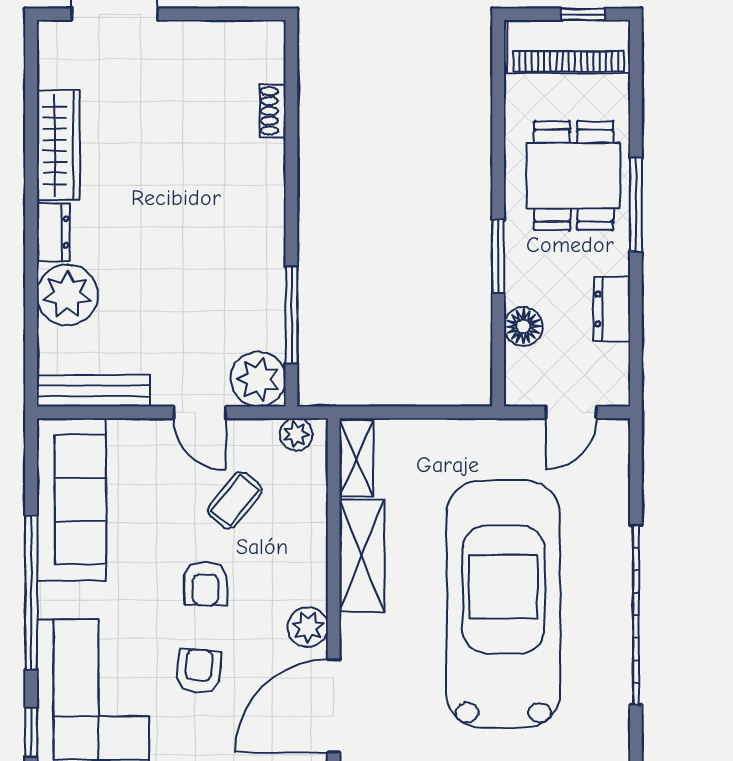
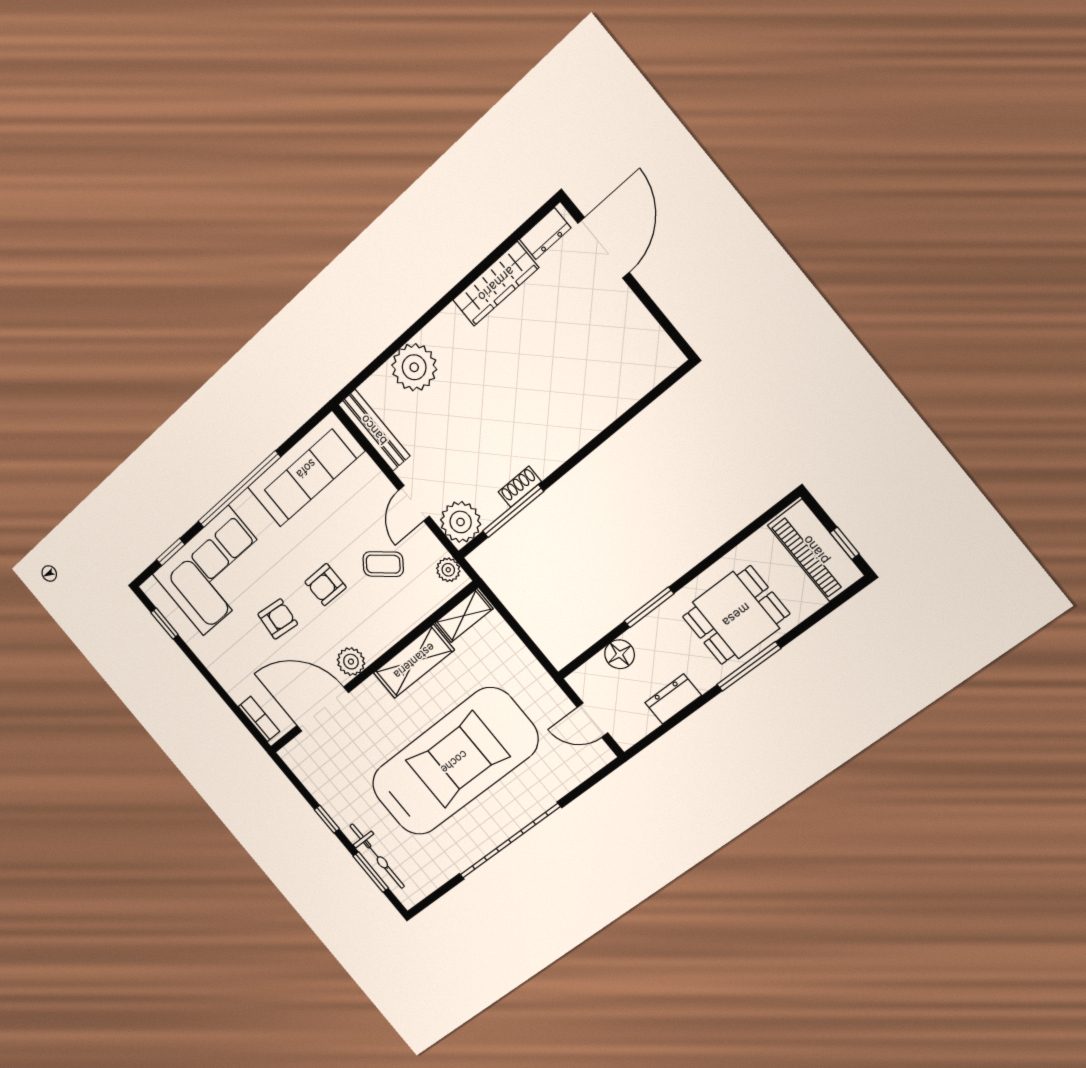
shoe rack: (273, 111) -> (520, 487), moved
dresser: (53, 232) -> (545, 234), moved

